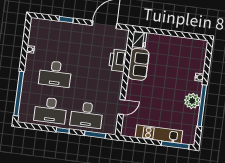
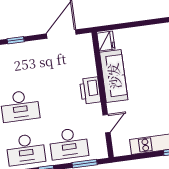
printer: (118, 60) -> (90, 91), moved
sofa: (139, 64) -> (114, 76), width x1.36

